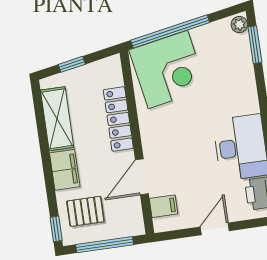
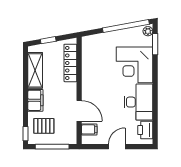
window: (170, 31) -> (126, 26), moved
corner desk: (168, 70) -> (135, 65), moved, turned 100
locker: (118, 119) -> (70, 63), moved
door: (142, 177) -> (79, 111), swing flipped

